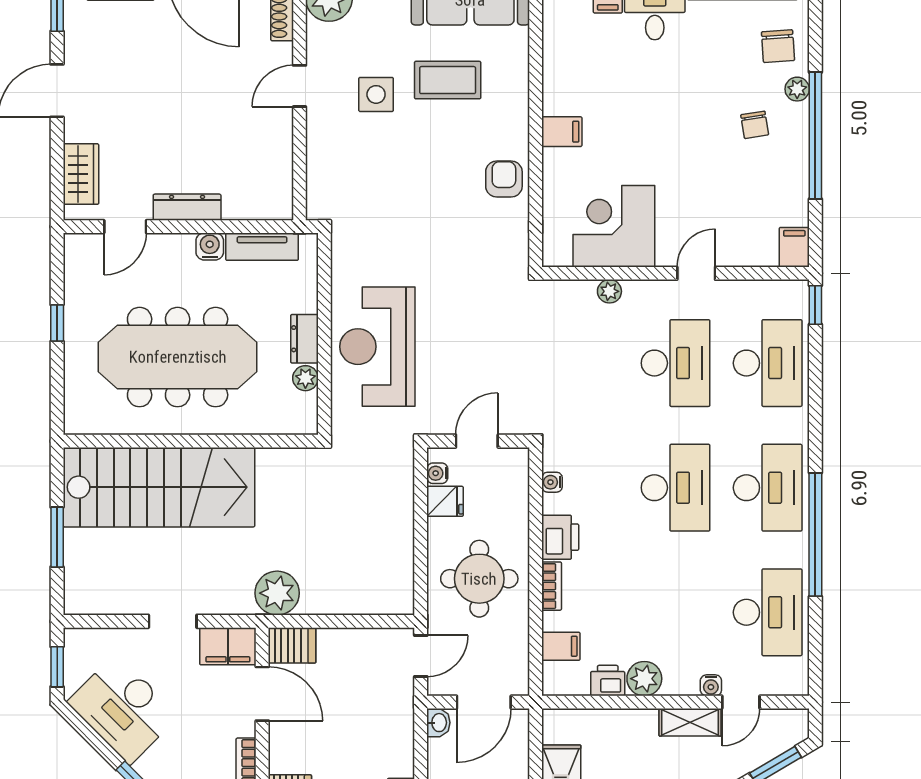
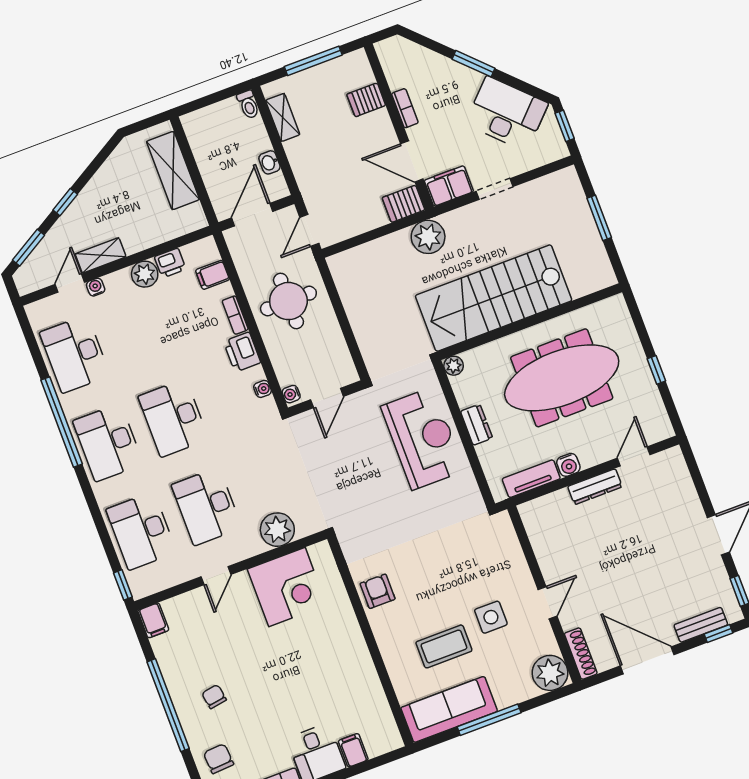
plant: (797, 89) -> (193, 733), removed
filing cabinet: (562, 132) -> (349, 640), removed
wardrobe: (81, 174) -> (679, 482), removed
armchair: (504, 179) -> (378, 591), turned 180
plant: (609, 291) -> (277, 530), width x1.87, depth x1.87
plant: (305, 378) -> (454, 366), moved
water cooler: (437, 473) -> (291, 394), moved, turned 180
stairs: (159, 487) -> (494, 298), moved
fridge: (445, 501) -> (333, 347), removed
washbasin: (438, 723) -> (269, 162), moved

